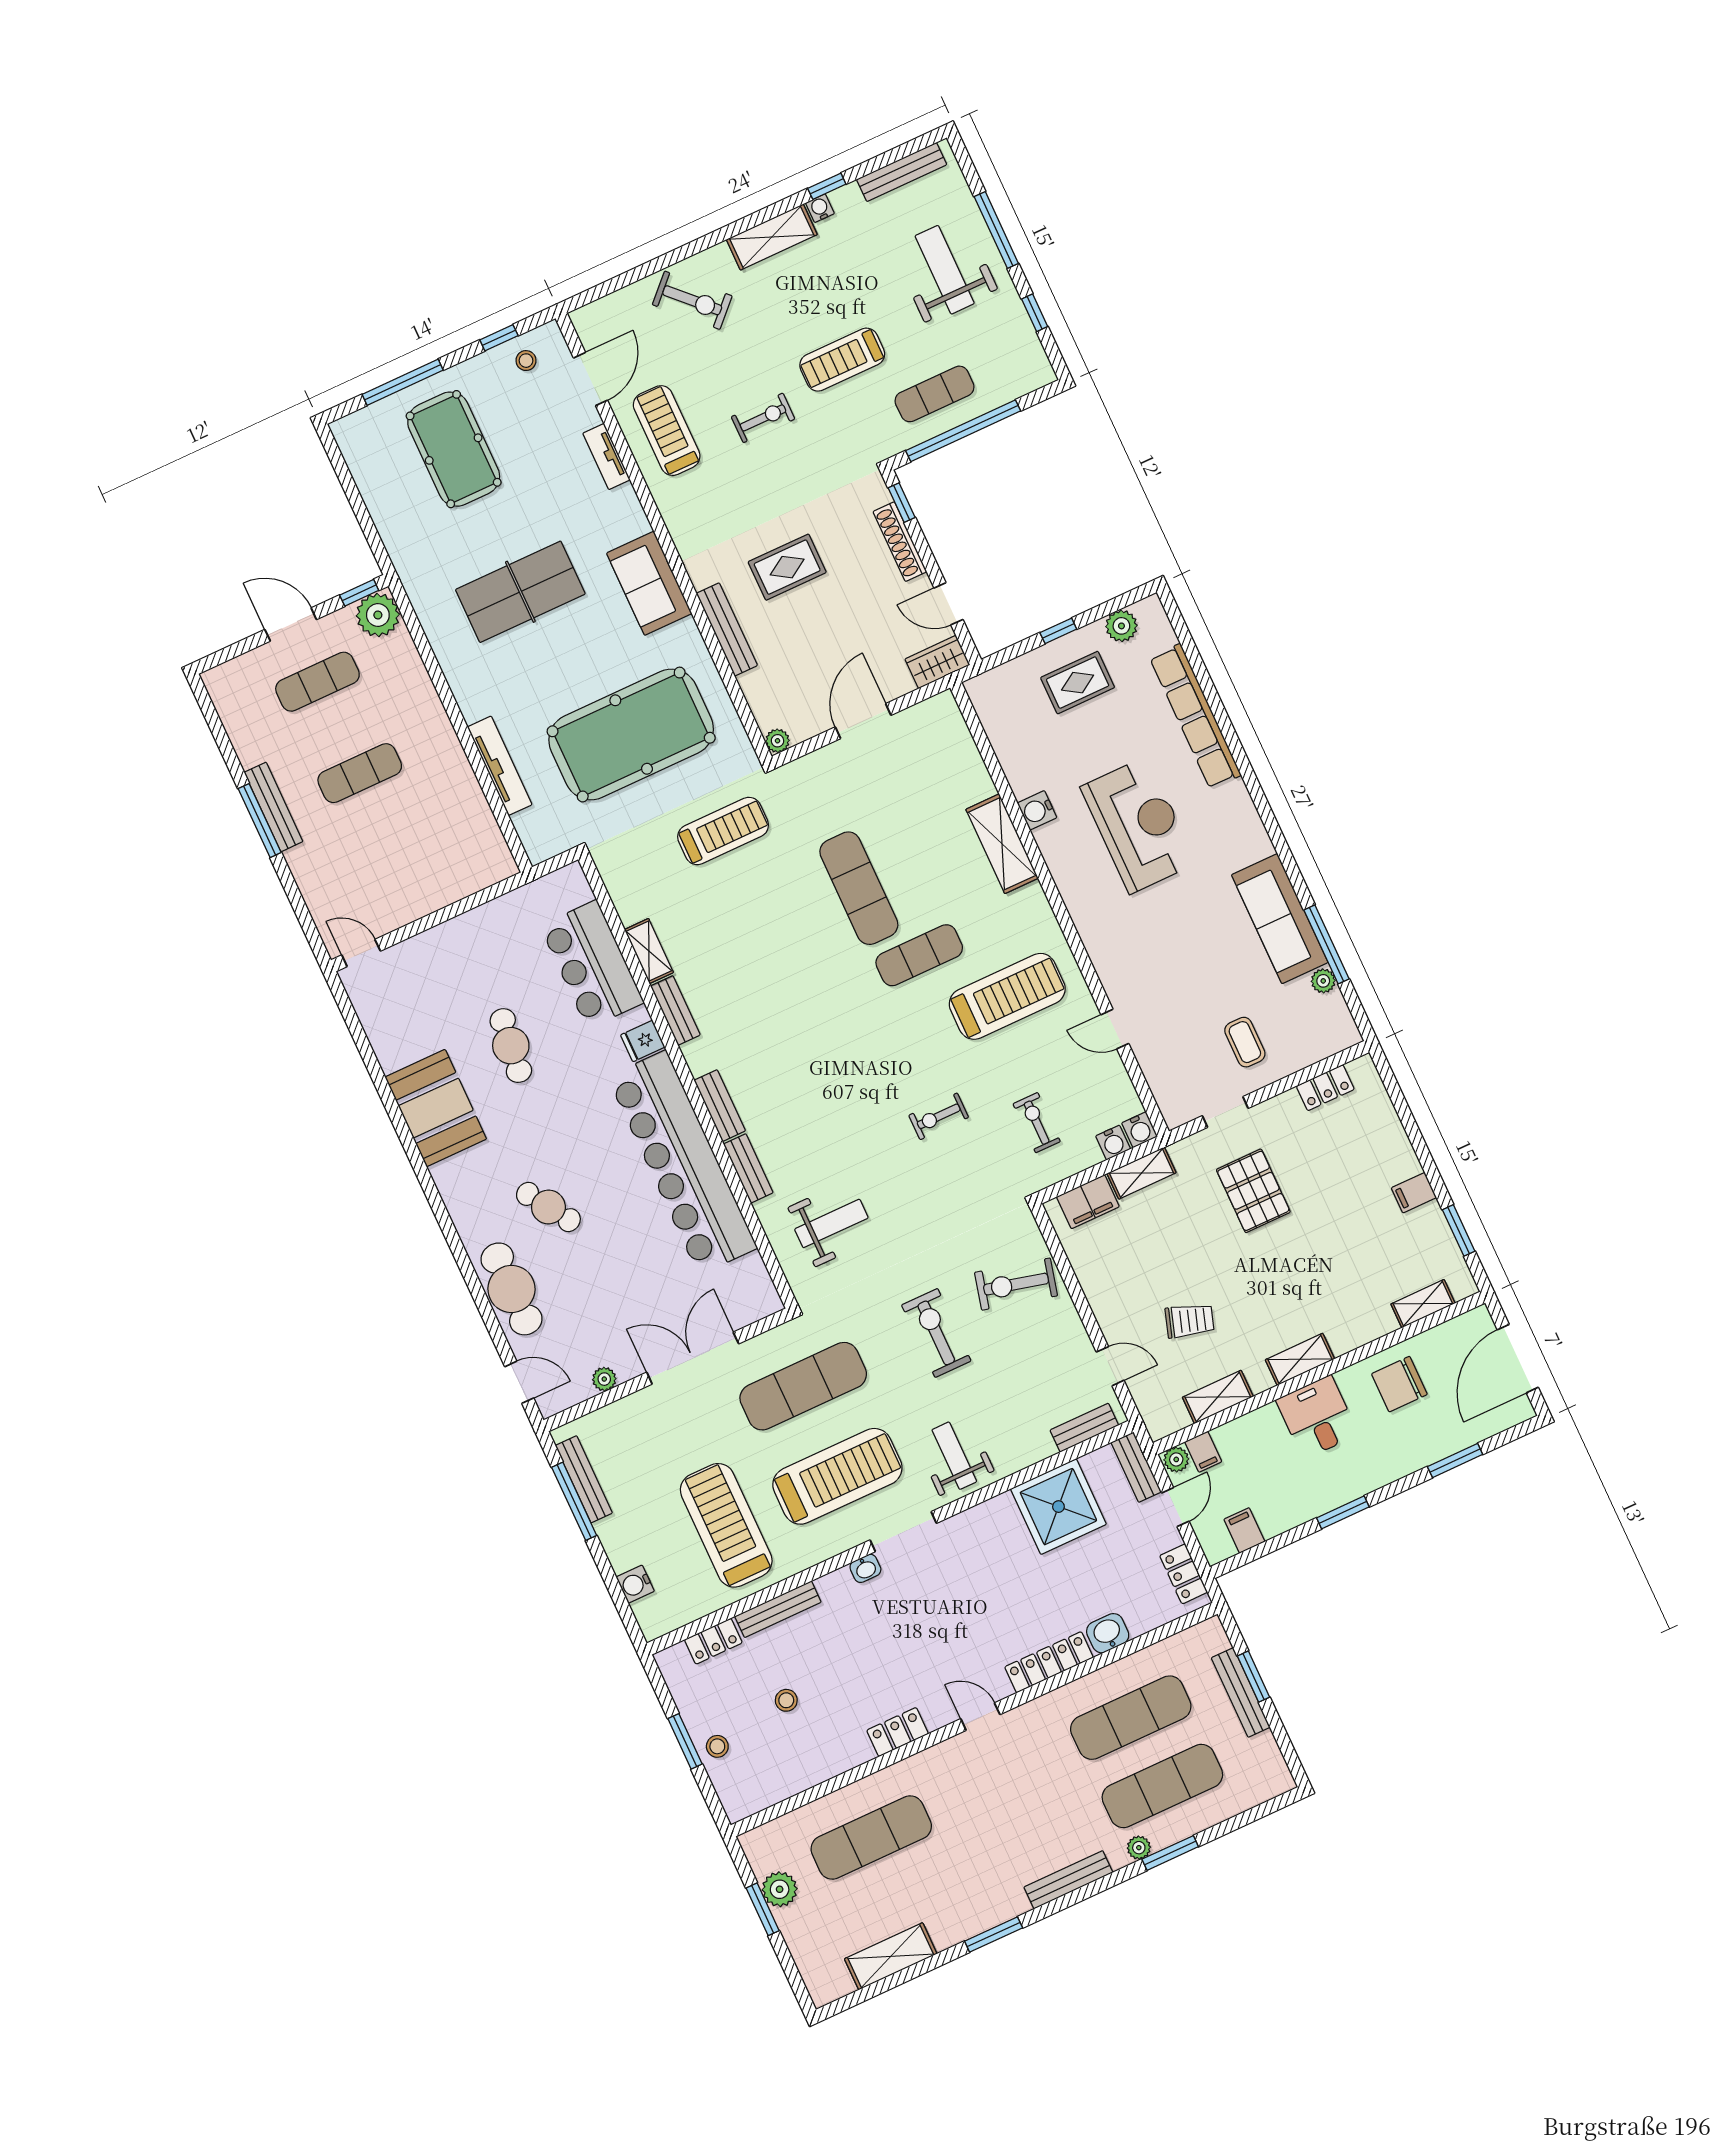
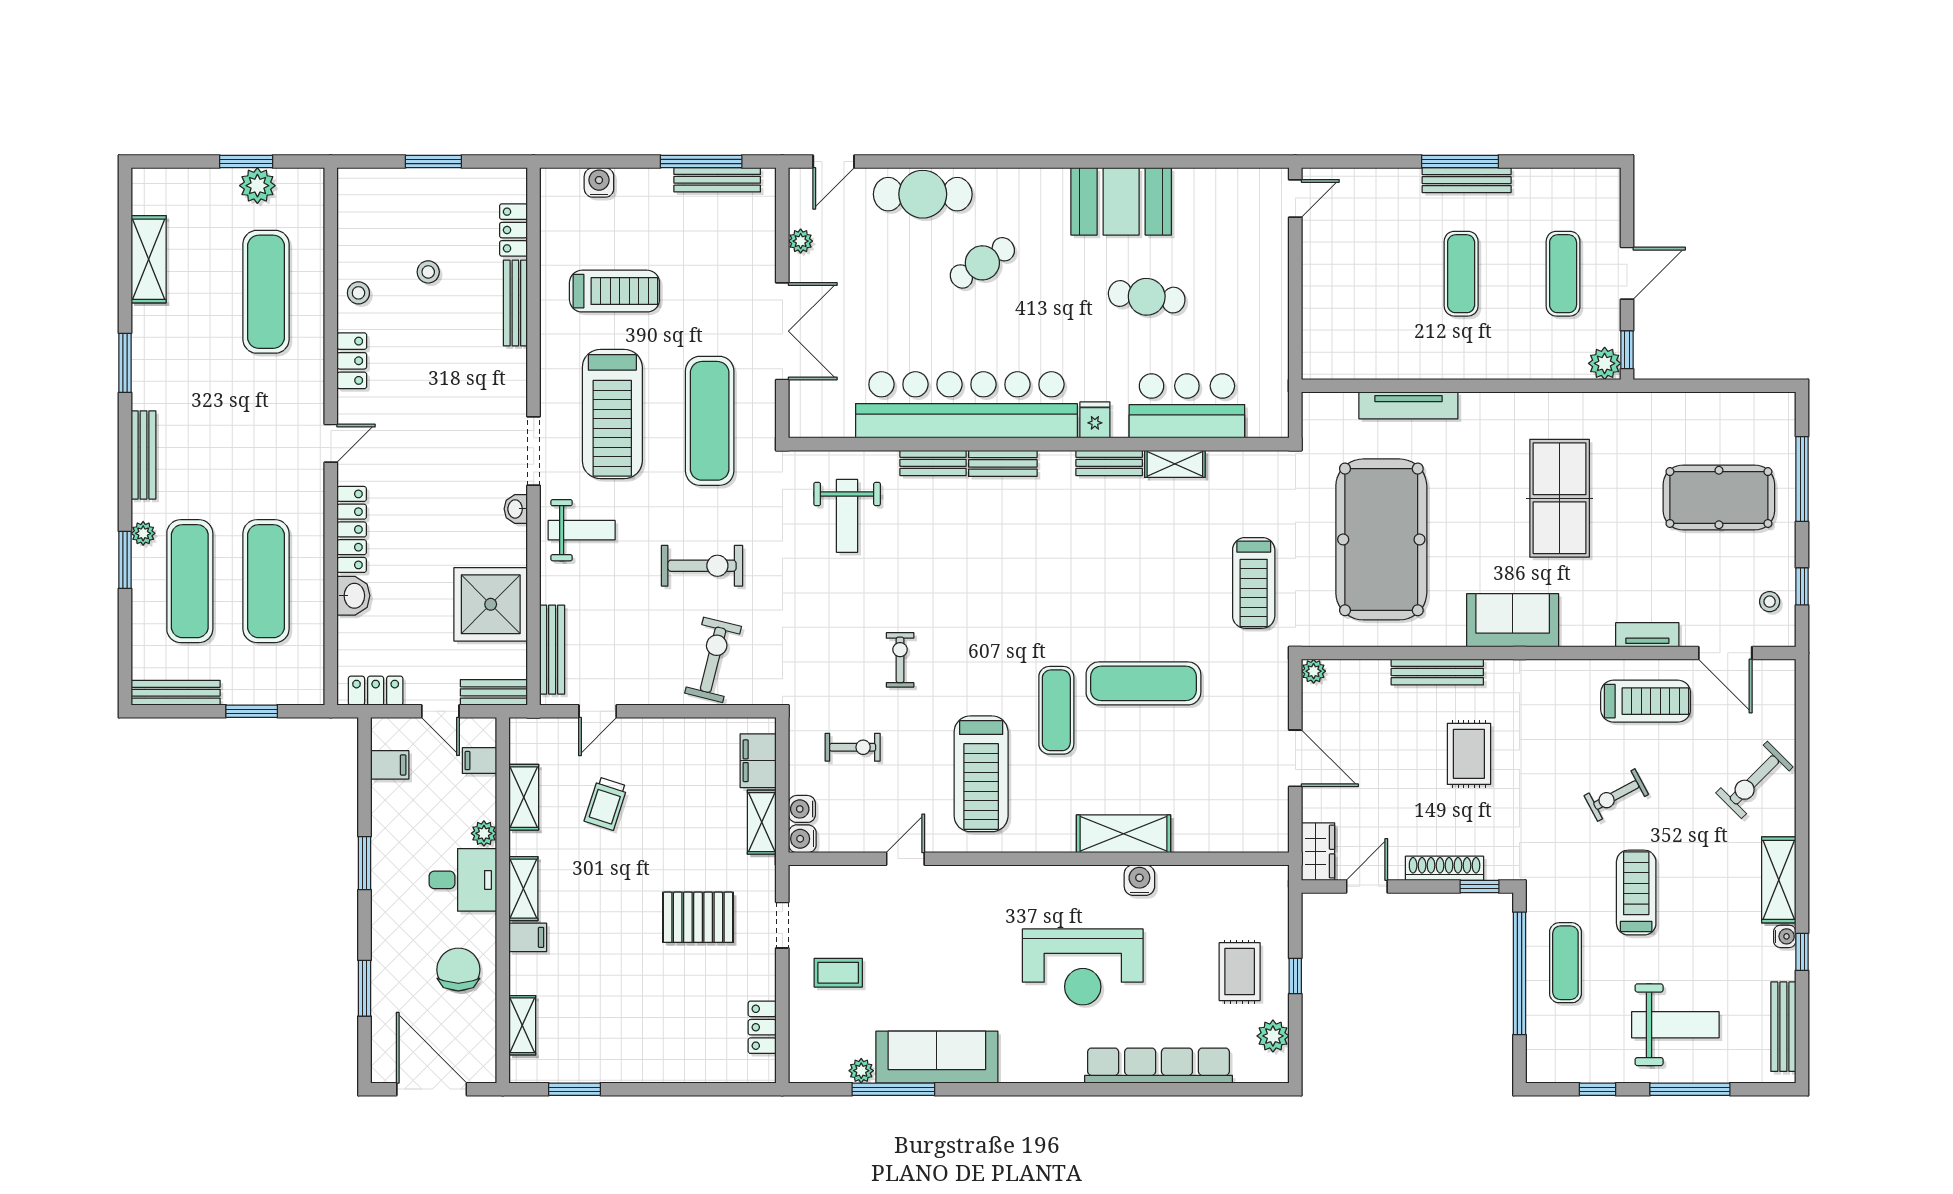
exercise bike: (763, 418) -> (1616, 795), turned 62
plant: (378, 615) -> (1605, 363), width x0.73, depth x0.73
filing cabinet: (1414, 1193) -> (528, 937), moved, turned 90
bench: (1084, 1428) -> (552, 650), width x1.36
plant: (1176, 1459) -> (484, 833), moved
treadmill: (726, 1525) -> (614, 291), width x0.73, depth x0.73
washbasin: (865, 1568) -> (516, 509), moved
bench: (1241, 1692) -> (176, 693), moved
stool: (717, 1746) -> (358, 293), moved

